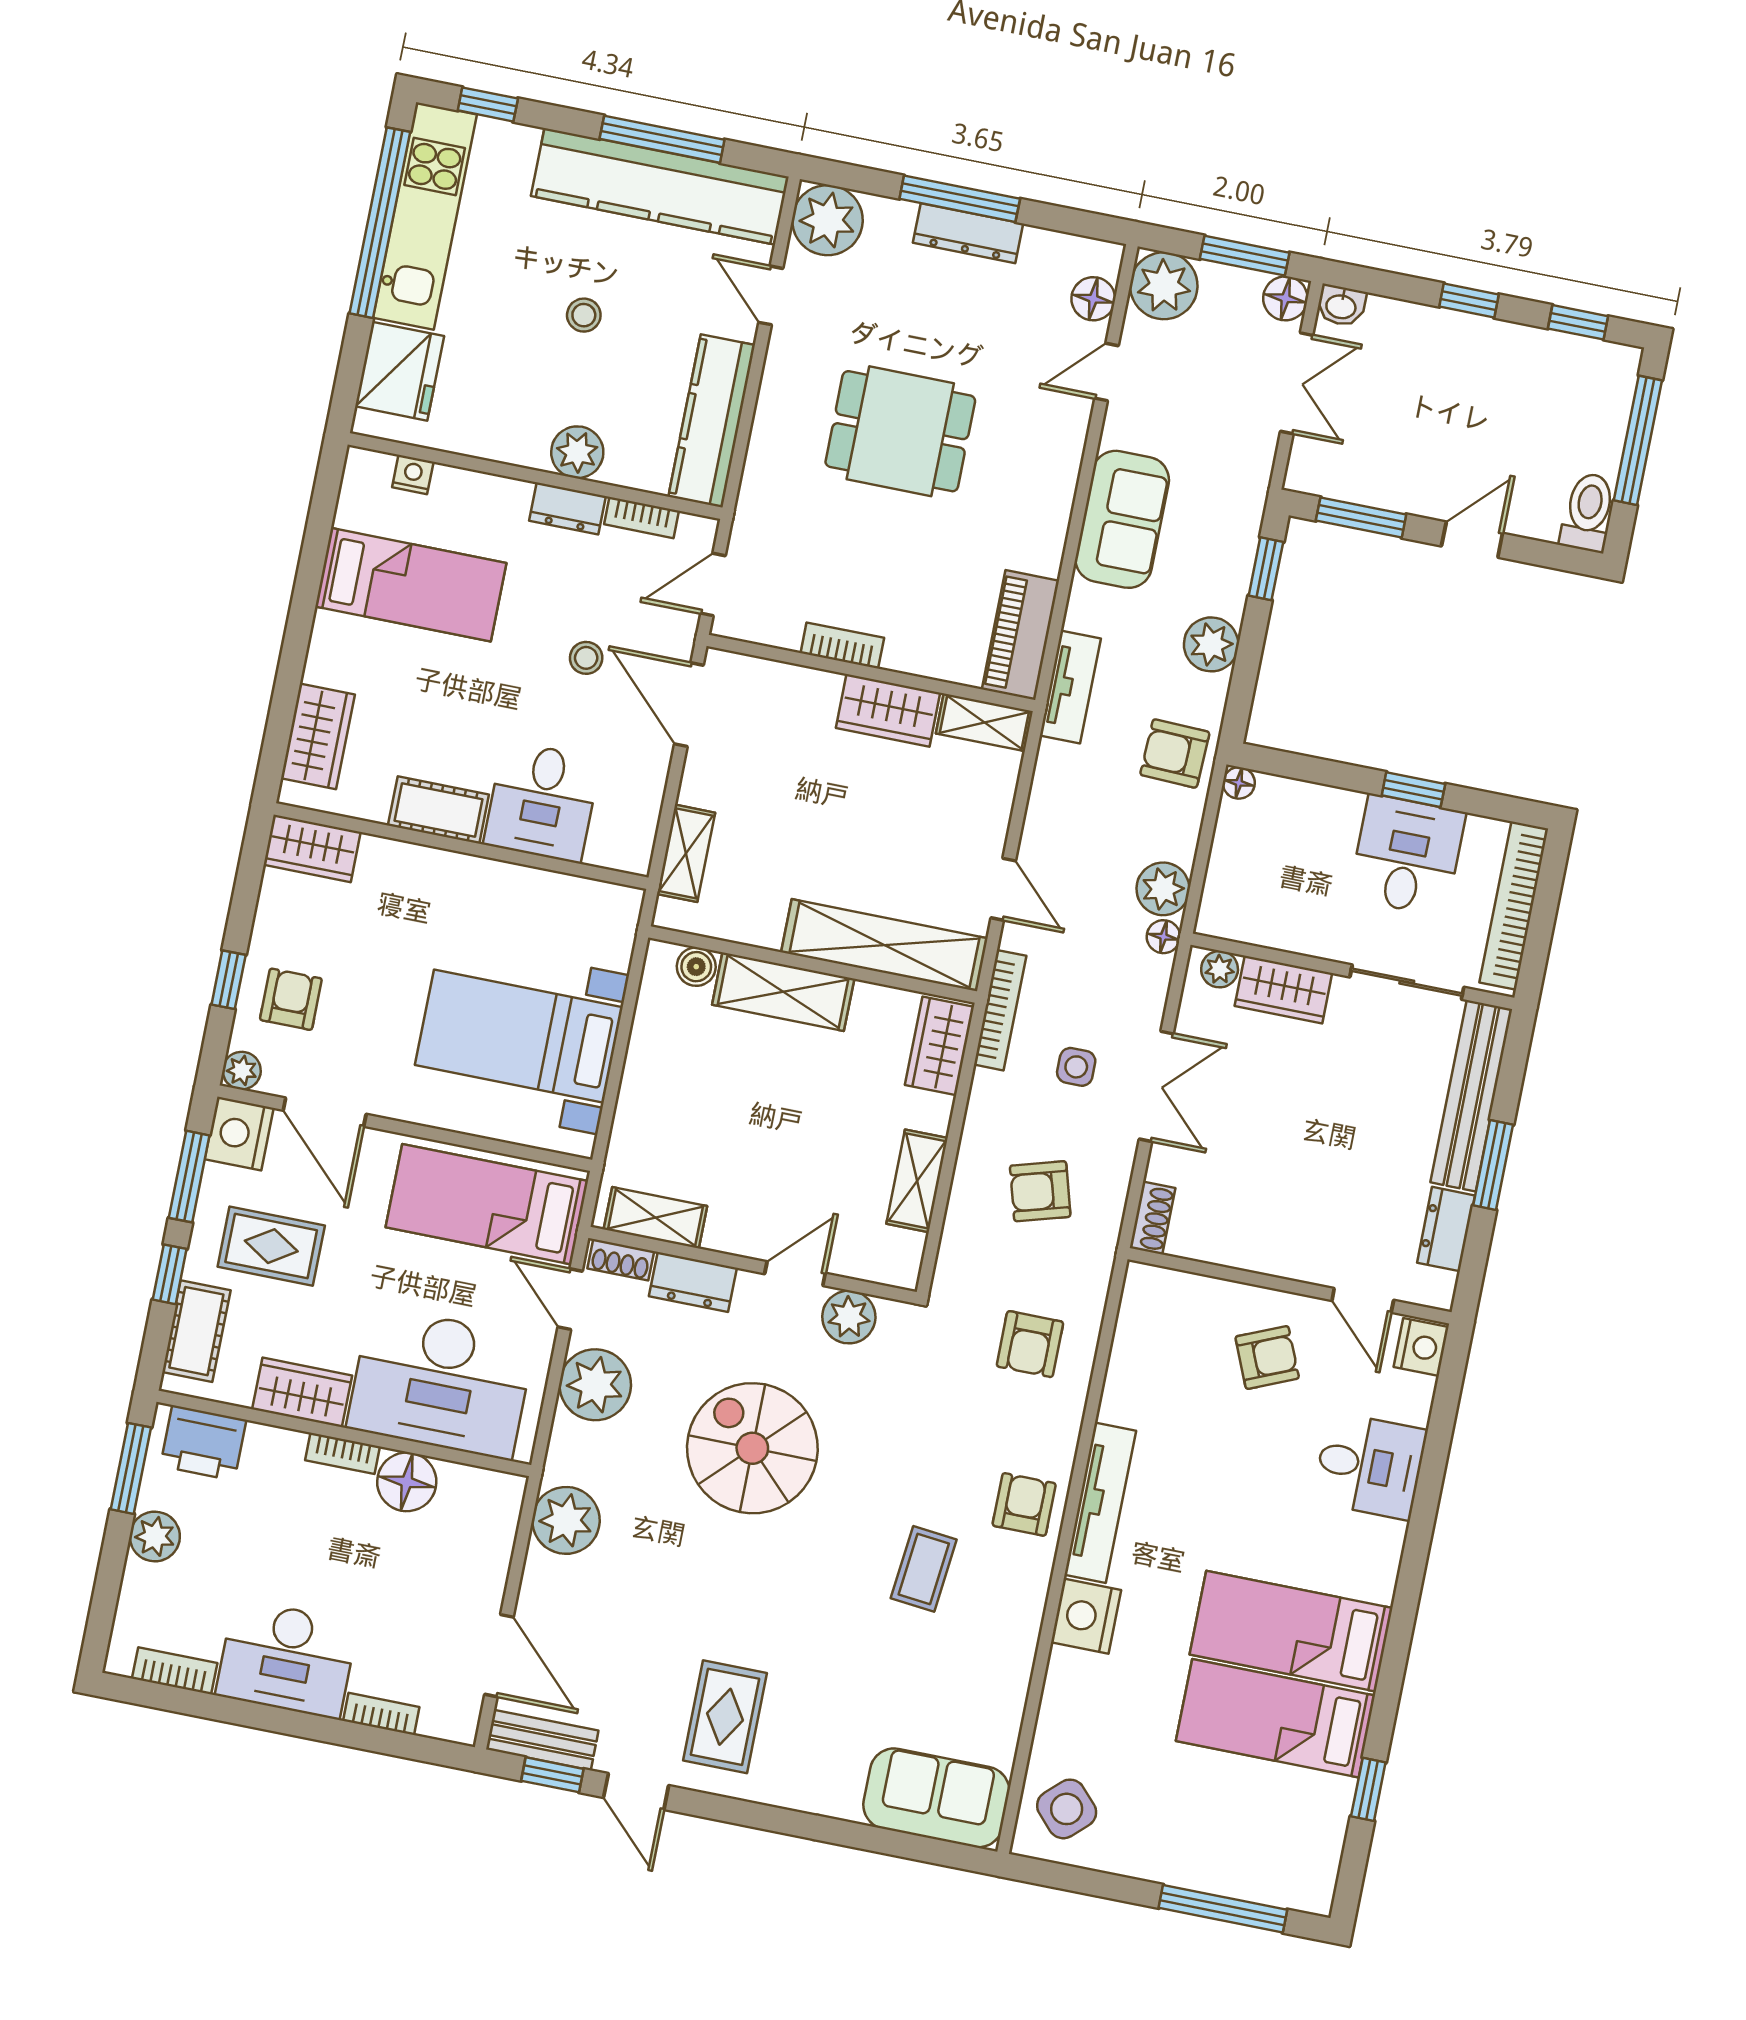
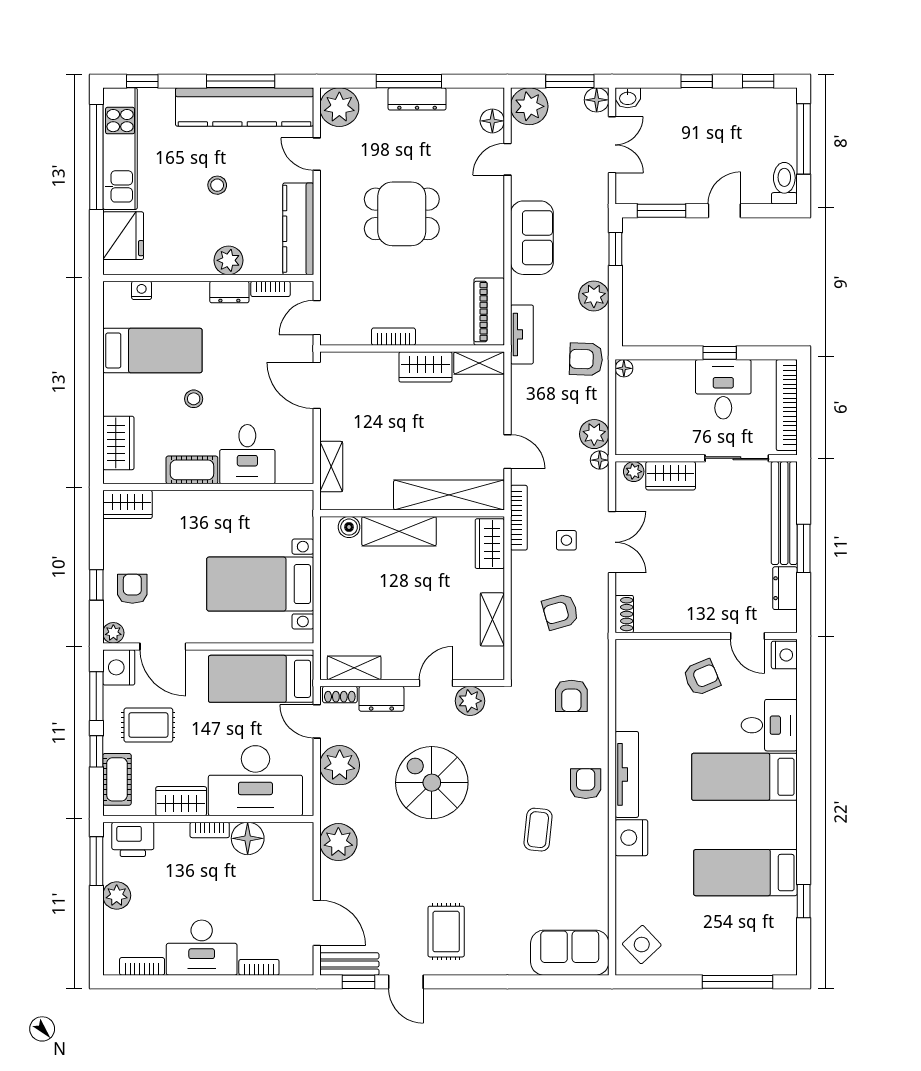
stool: (586, 658) -> (194, 399), moved
bed: (1291, 1631) -> (744, 777), moved

